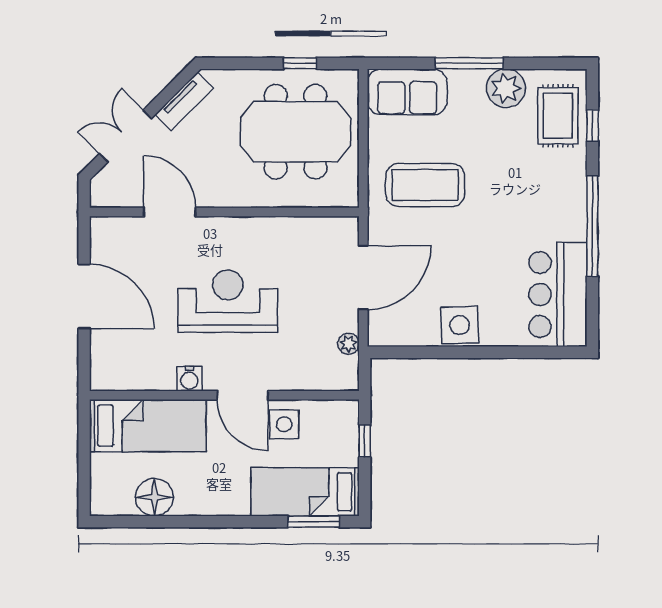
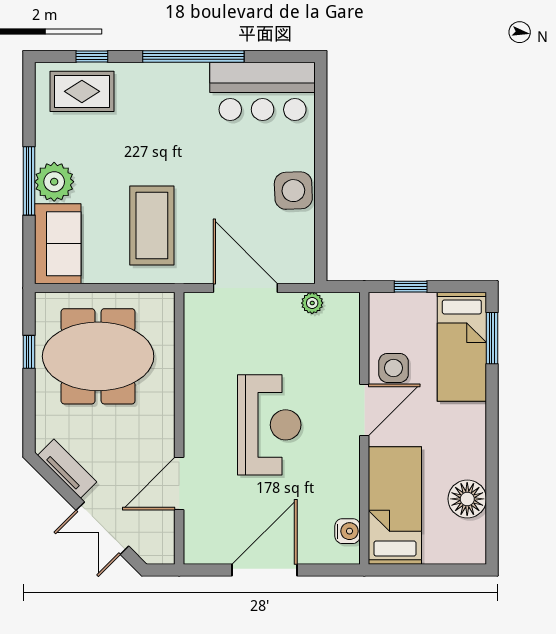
plant: (506, 88) -> (54, 182), moved
meeting table: (296, 132) -> (98, 356), turned 90
reception desk: (228, 301) -> (269, 425), turned 180
water cooler: (189, 379) -> (348, 531), moved

